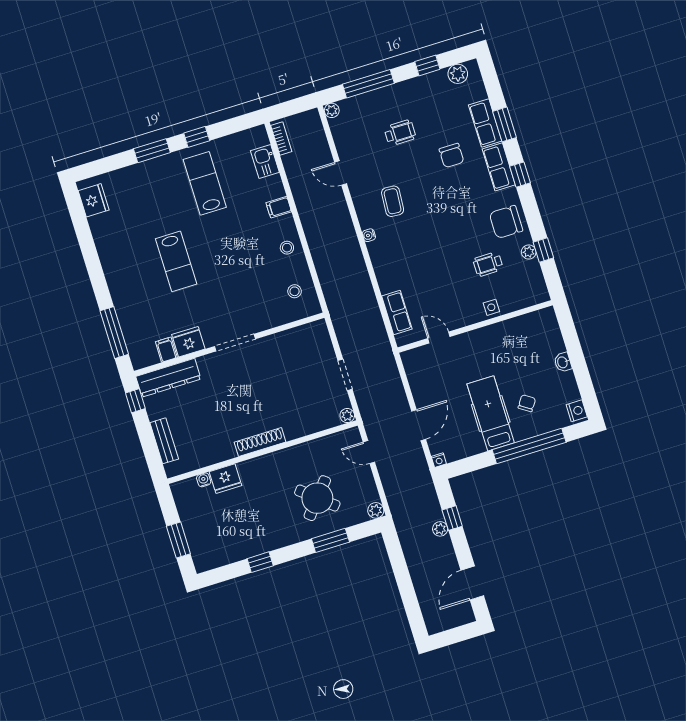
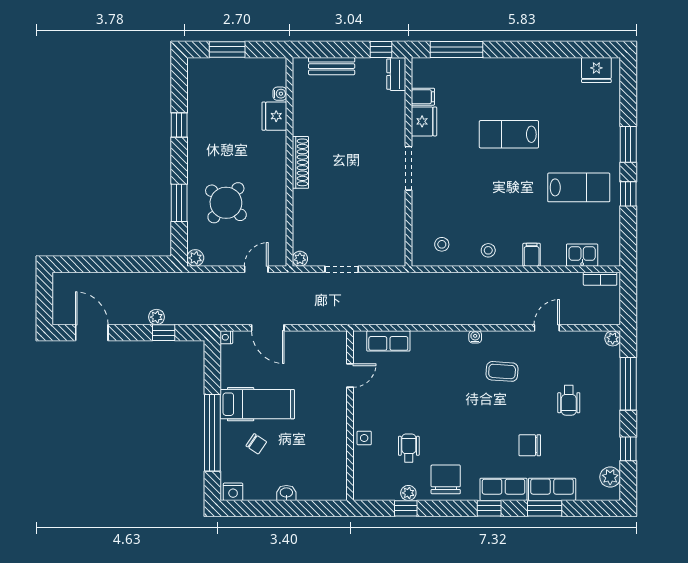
dresser: (168, 378) -> (396, 74), width x0.51, depth x0.80

